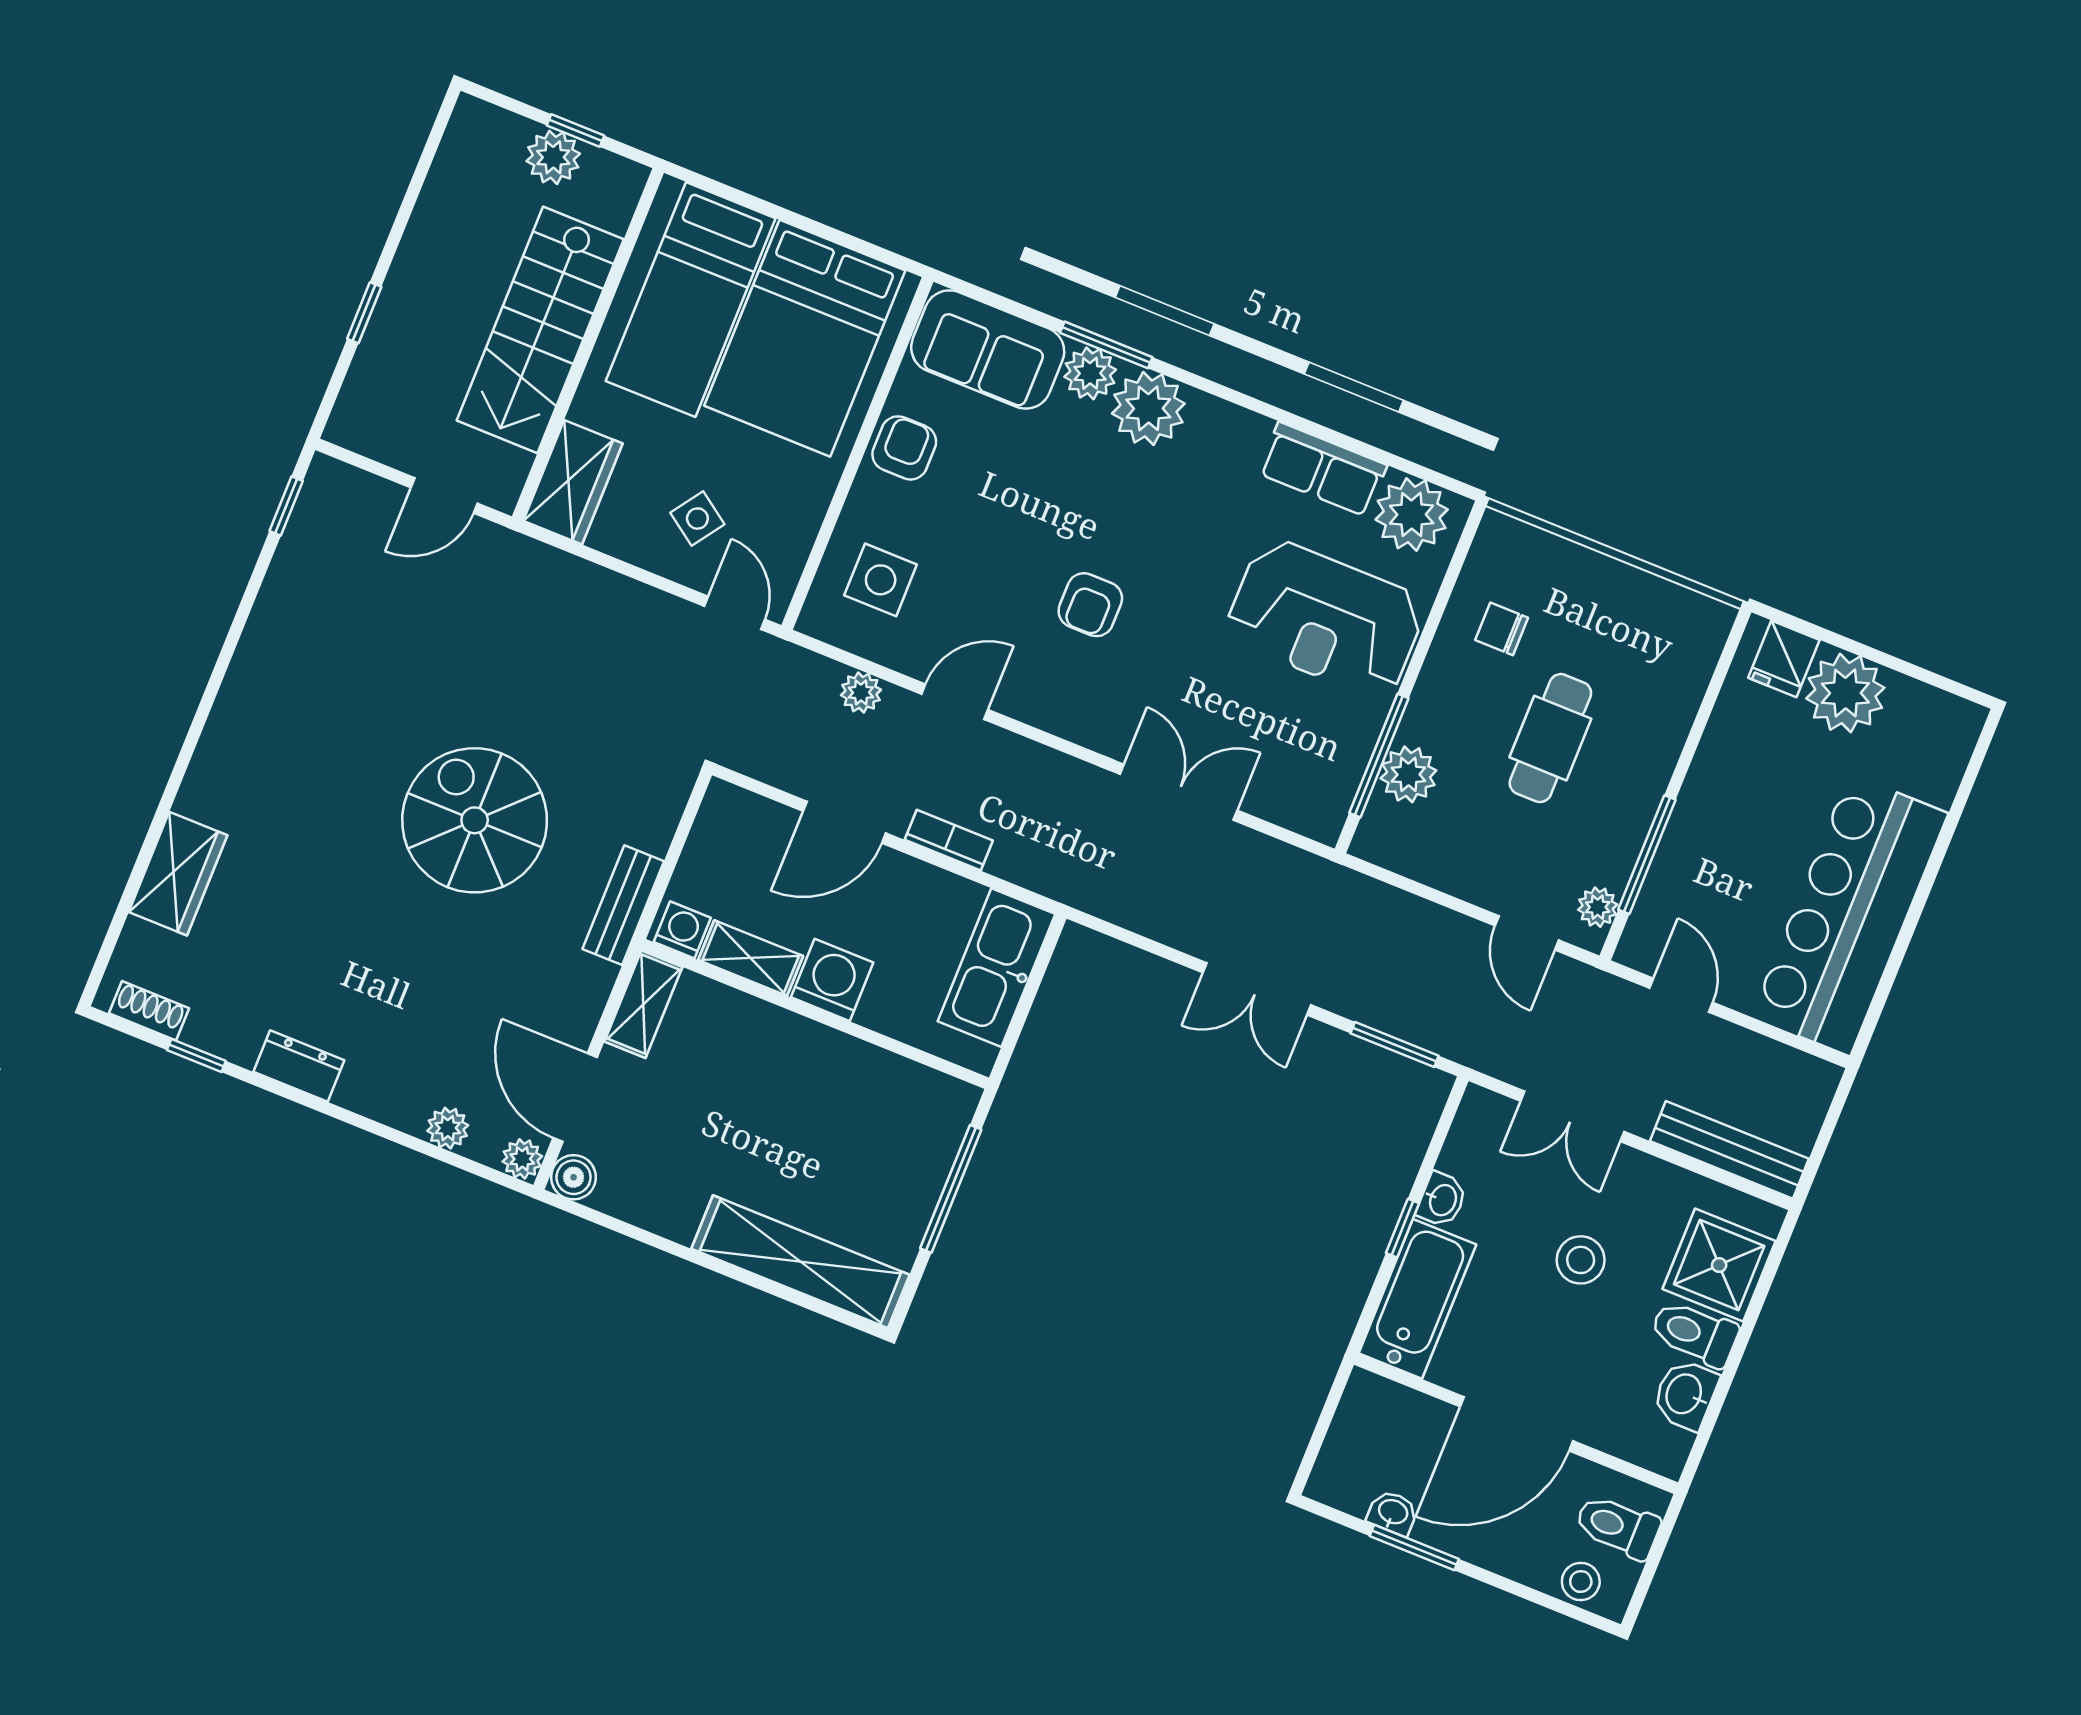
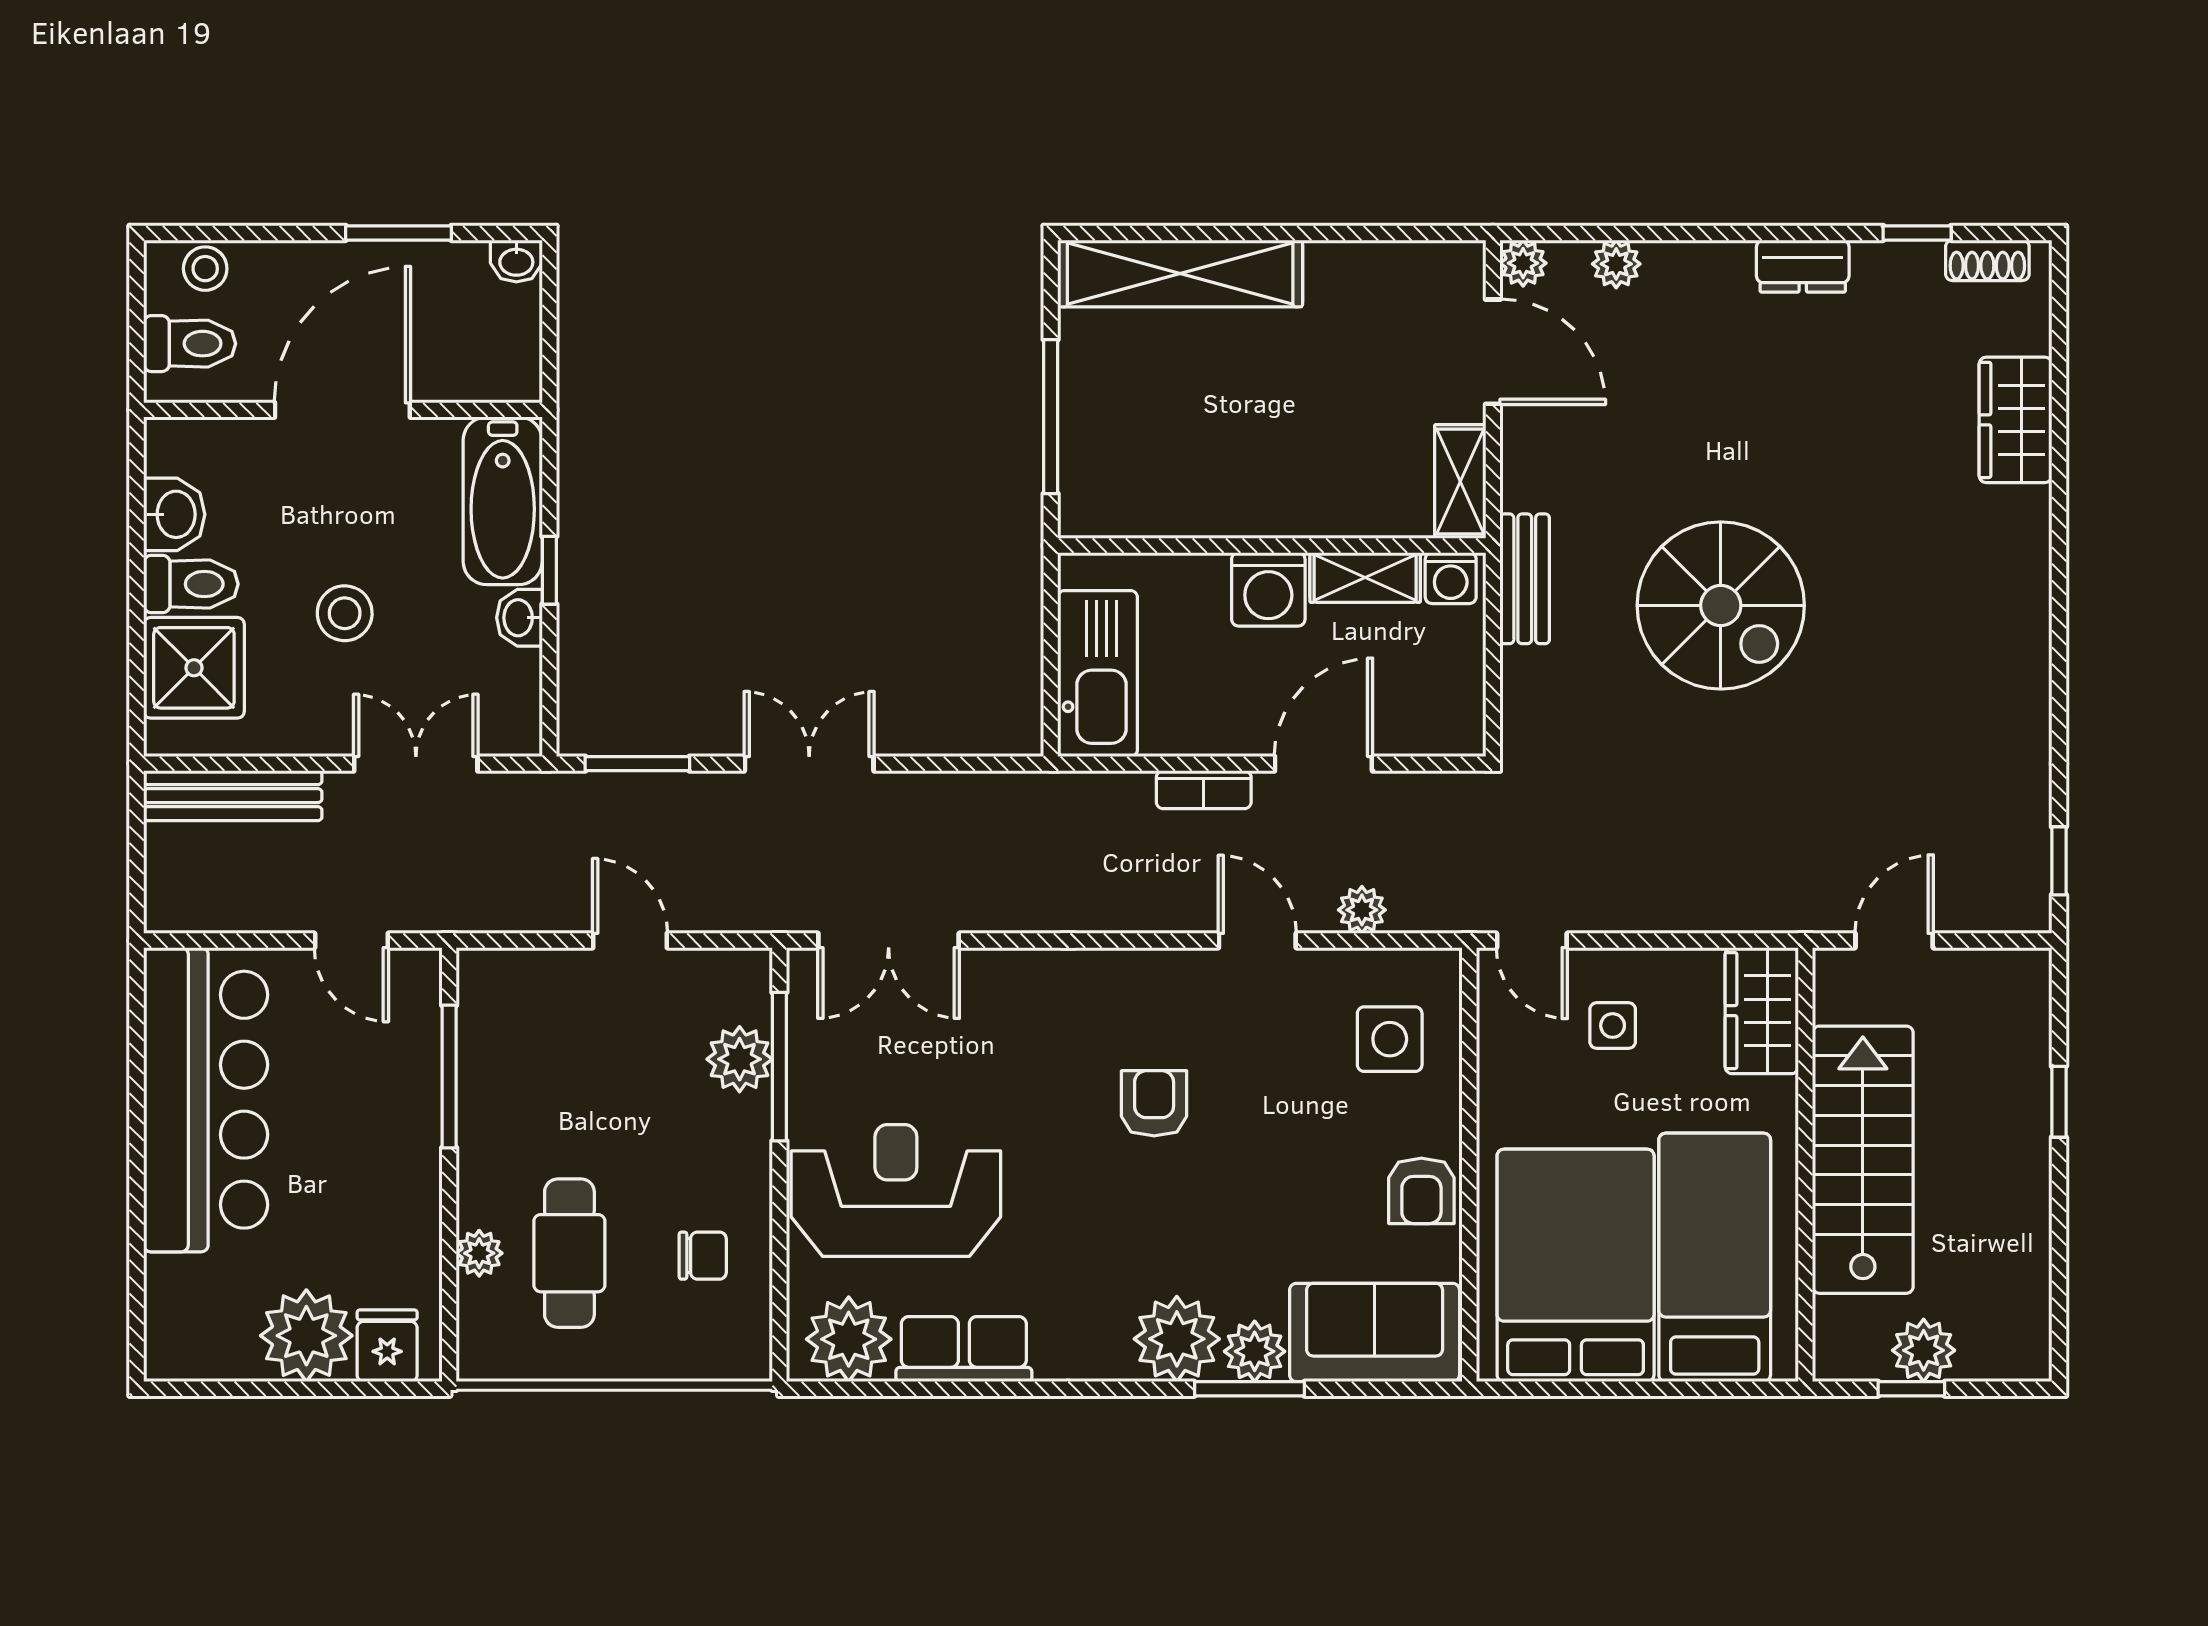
side table: (697, 519) -> (1613, 1026), turned -35
door: (955, 702) -> (1257, 941), swing flipped
cafe table: (1550, 738) -> (569, 1253), moved
double door: (1179, 792) -> (889, 941), moved
plant: (1598, 907) -> (479, 1253), moved
door: (1527, 933) -> (630, 941), moved
boiler: (574, 1177) -> (1460, 266), removed
washbasin: (1393, 1513) -> (516, 261), moved

